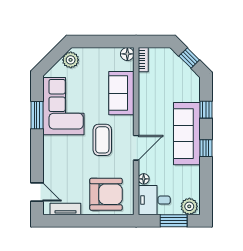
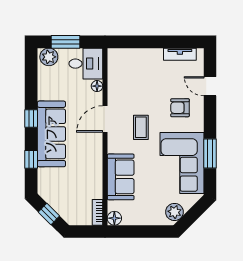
coffee table: (102, 140) -> (141, 127), width x0.73, depth x0.77
door: (37, 192) -> (210, 86), moved
armchair: (106, 194) -> (180, 108), moved, width x0.53, depth x0.53

